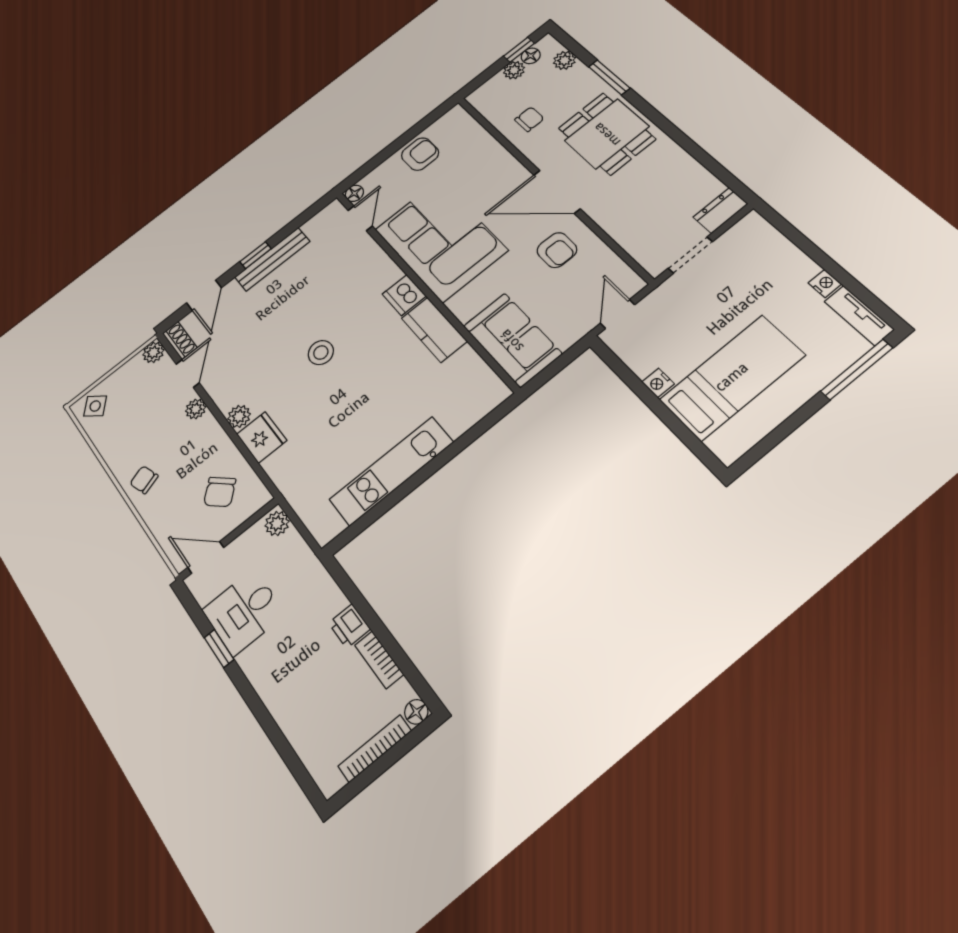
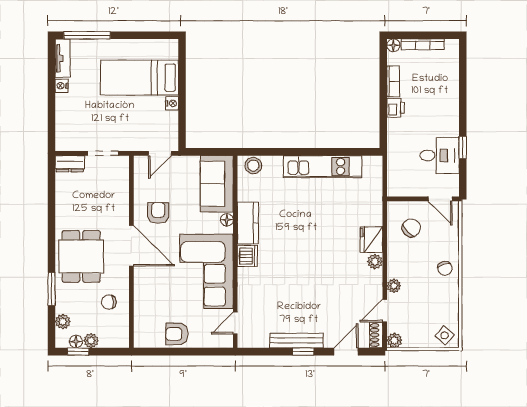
floor lamp: (354, 193) -> (227, 220), moved
stool: (321, 353) -> (253, 166), moved
plant: (277, 523) -> (395, 187), removed

